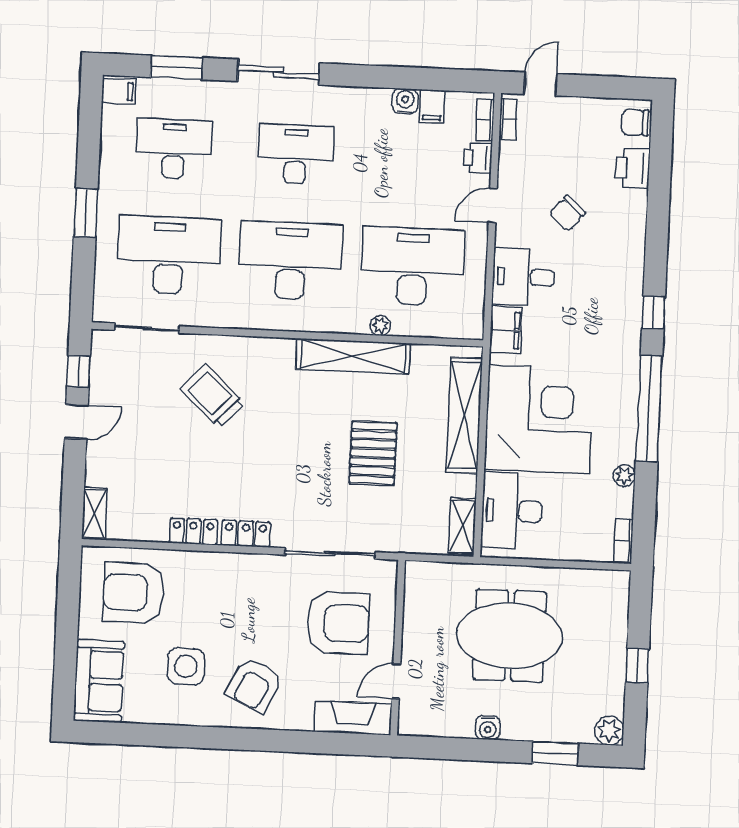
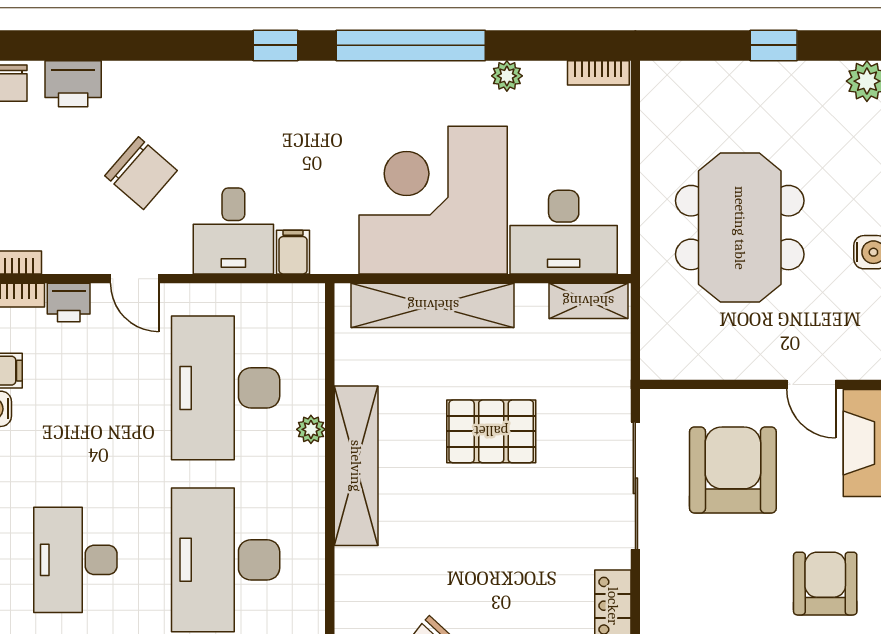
chair: (567, 213) -> (141, 173), width x1.37, depth x1.37
filing cabinet: (506, 330) -> (293, 252), width x0.50
armchair: (255, 685) -> (825, 584), turned -117

